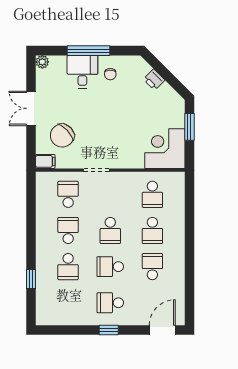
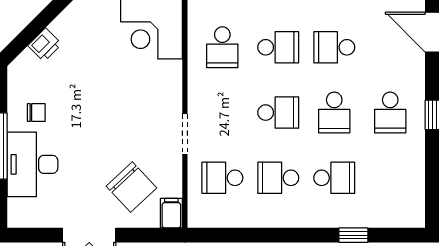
plant: (42, 62) -> (17, 218), removed
desk: (82, 72) -> (32, 164), width x1.37
school desk: (152, 194) -> (222, 47), turned 90

